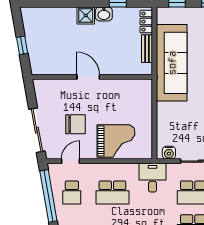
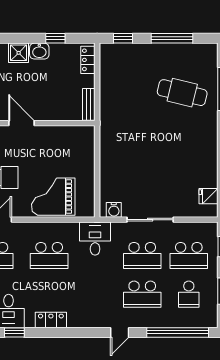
bench: (147, 49) -> (89, 104), moved
sofa: (172, 63) -> (117, 107), removed
grand piano: (116, 141) -> (53, 197), turned 180

